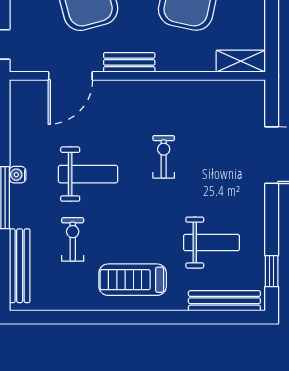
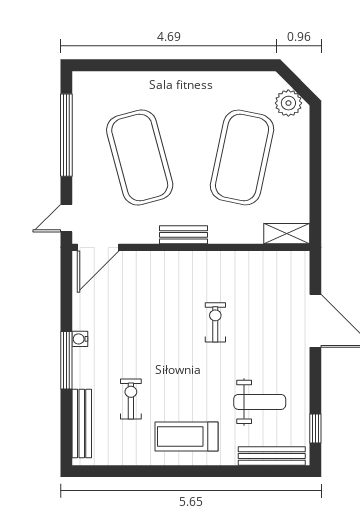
door: (70, 76) -> (98, 247), moved
weight bench: (88, 174) -> (145, 338), removed

